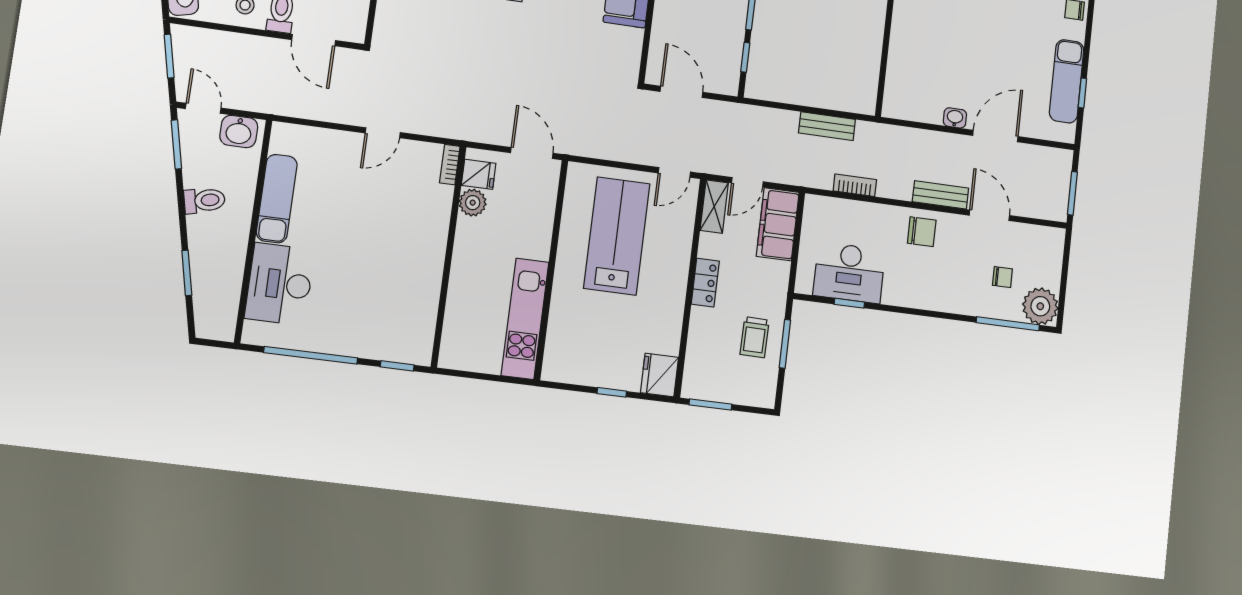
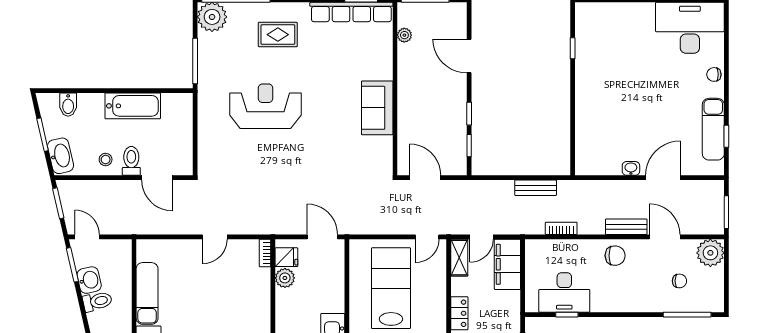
washbasin: (239, 131) -> (89, 280), moved, turned -103
plant: (1040, 306) -> (710, 253), moved

